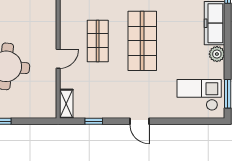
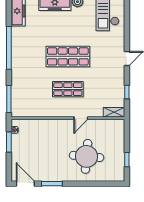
door: (58, 59) -> (81, 118), swing flipped

